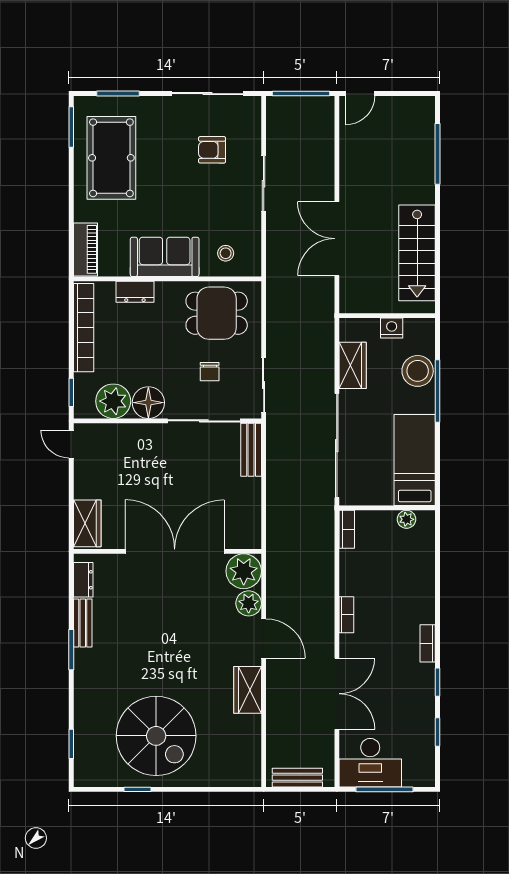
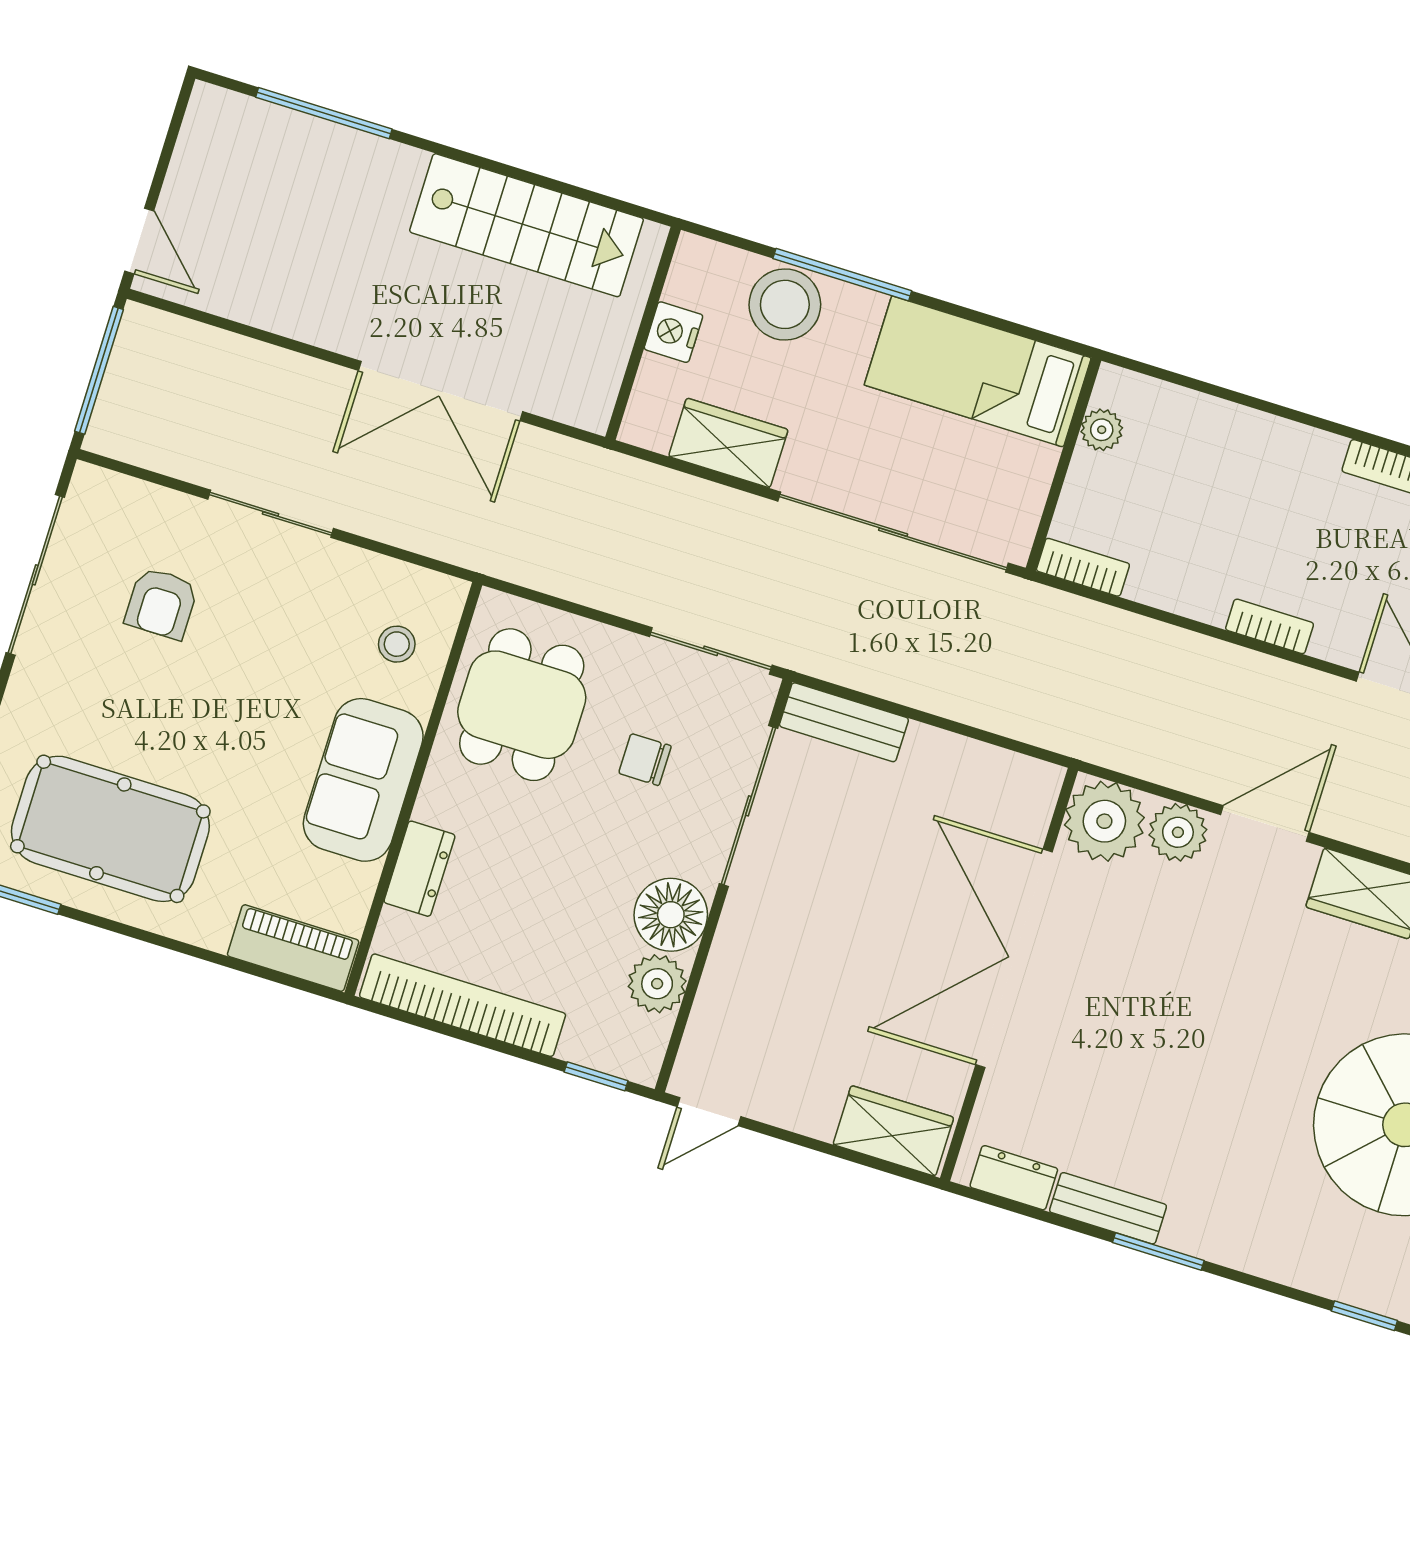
chair: (210, 372) -> (645, 760), turned 180
plant: (113, 401) -> (657, 984), width x0.73, depth x0.73

